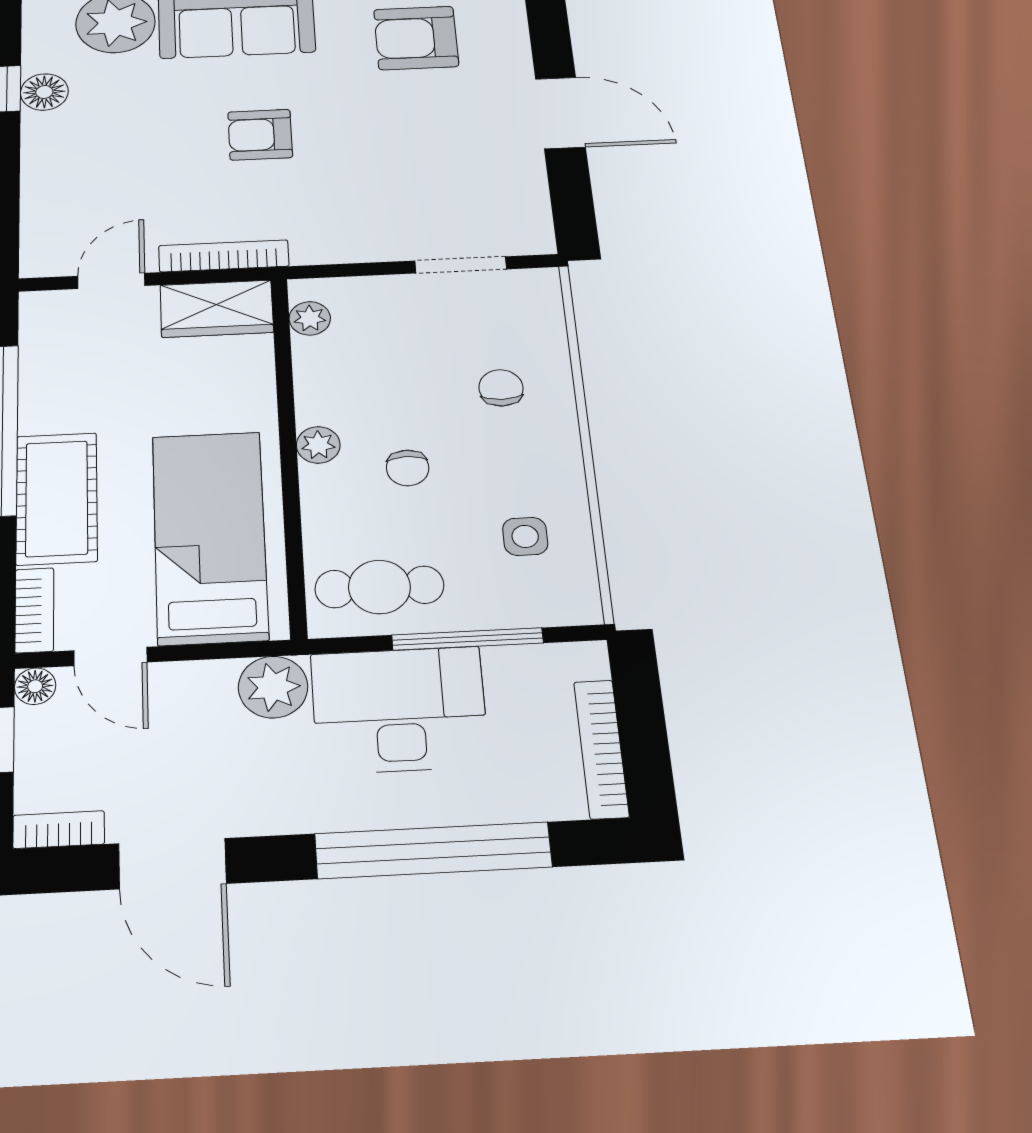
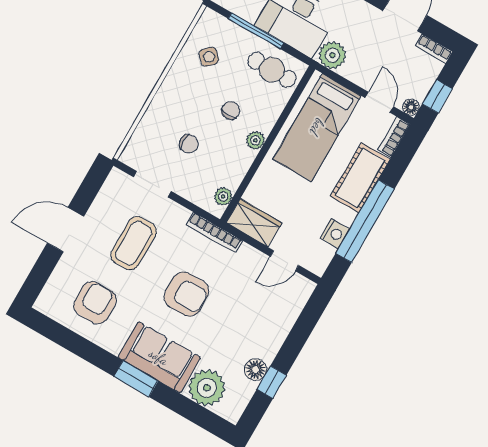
armchair: (416, 38) -> (95, 303), turned -90
door: (560, 113) -> (65, 230), hinge flipped
armchair: (260, 135) -> (186, 294), width x1.38, depth x1.38
coffee table: (420, 158) -> (134, 243), added
bookcase: (224, 256) -> (214, 233), moved
nightstand: (42, 377) -> (335, 233), added
chair: (501, 388) -> (189, 144), moved, turned -90
side table: (525, 536) -> (209, 57), turned 45

